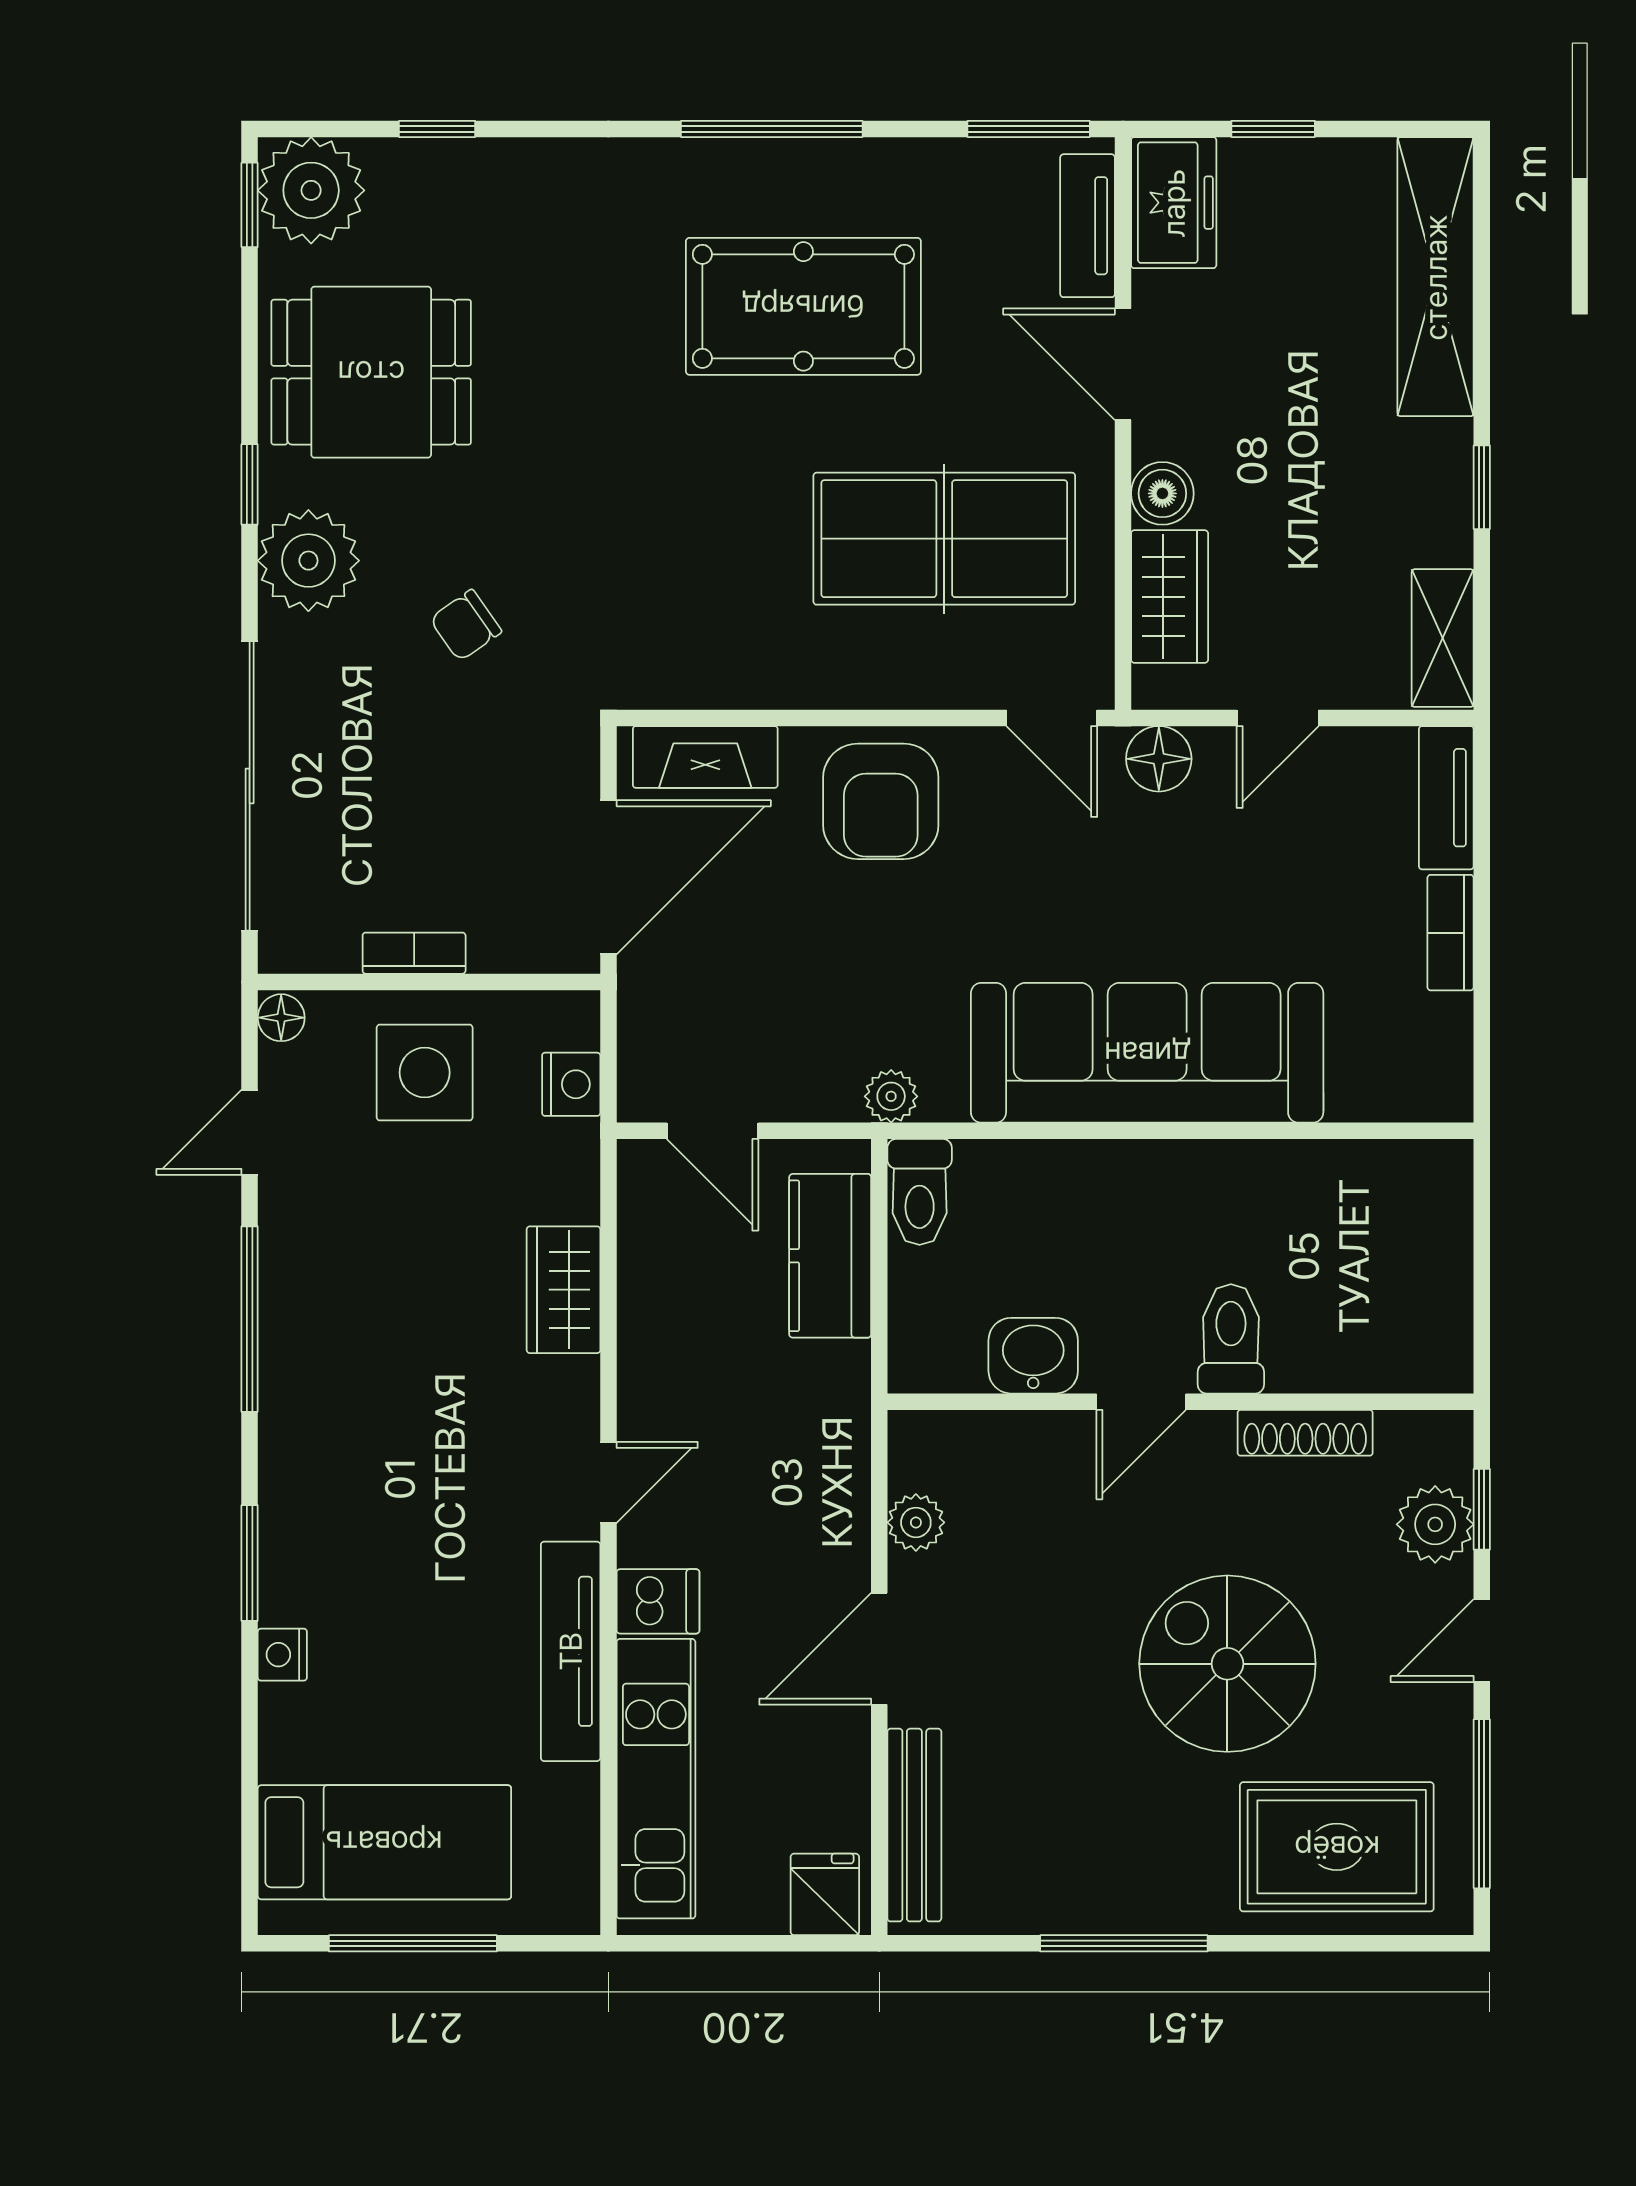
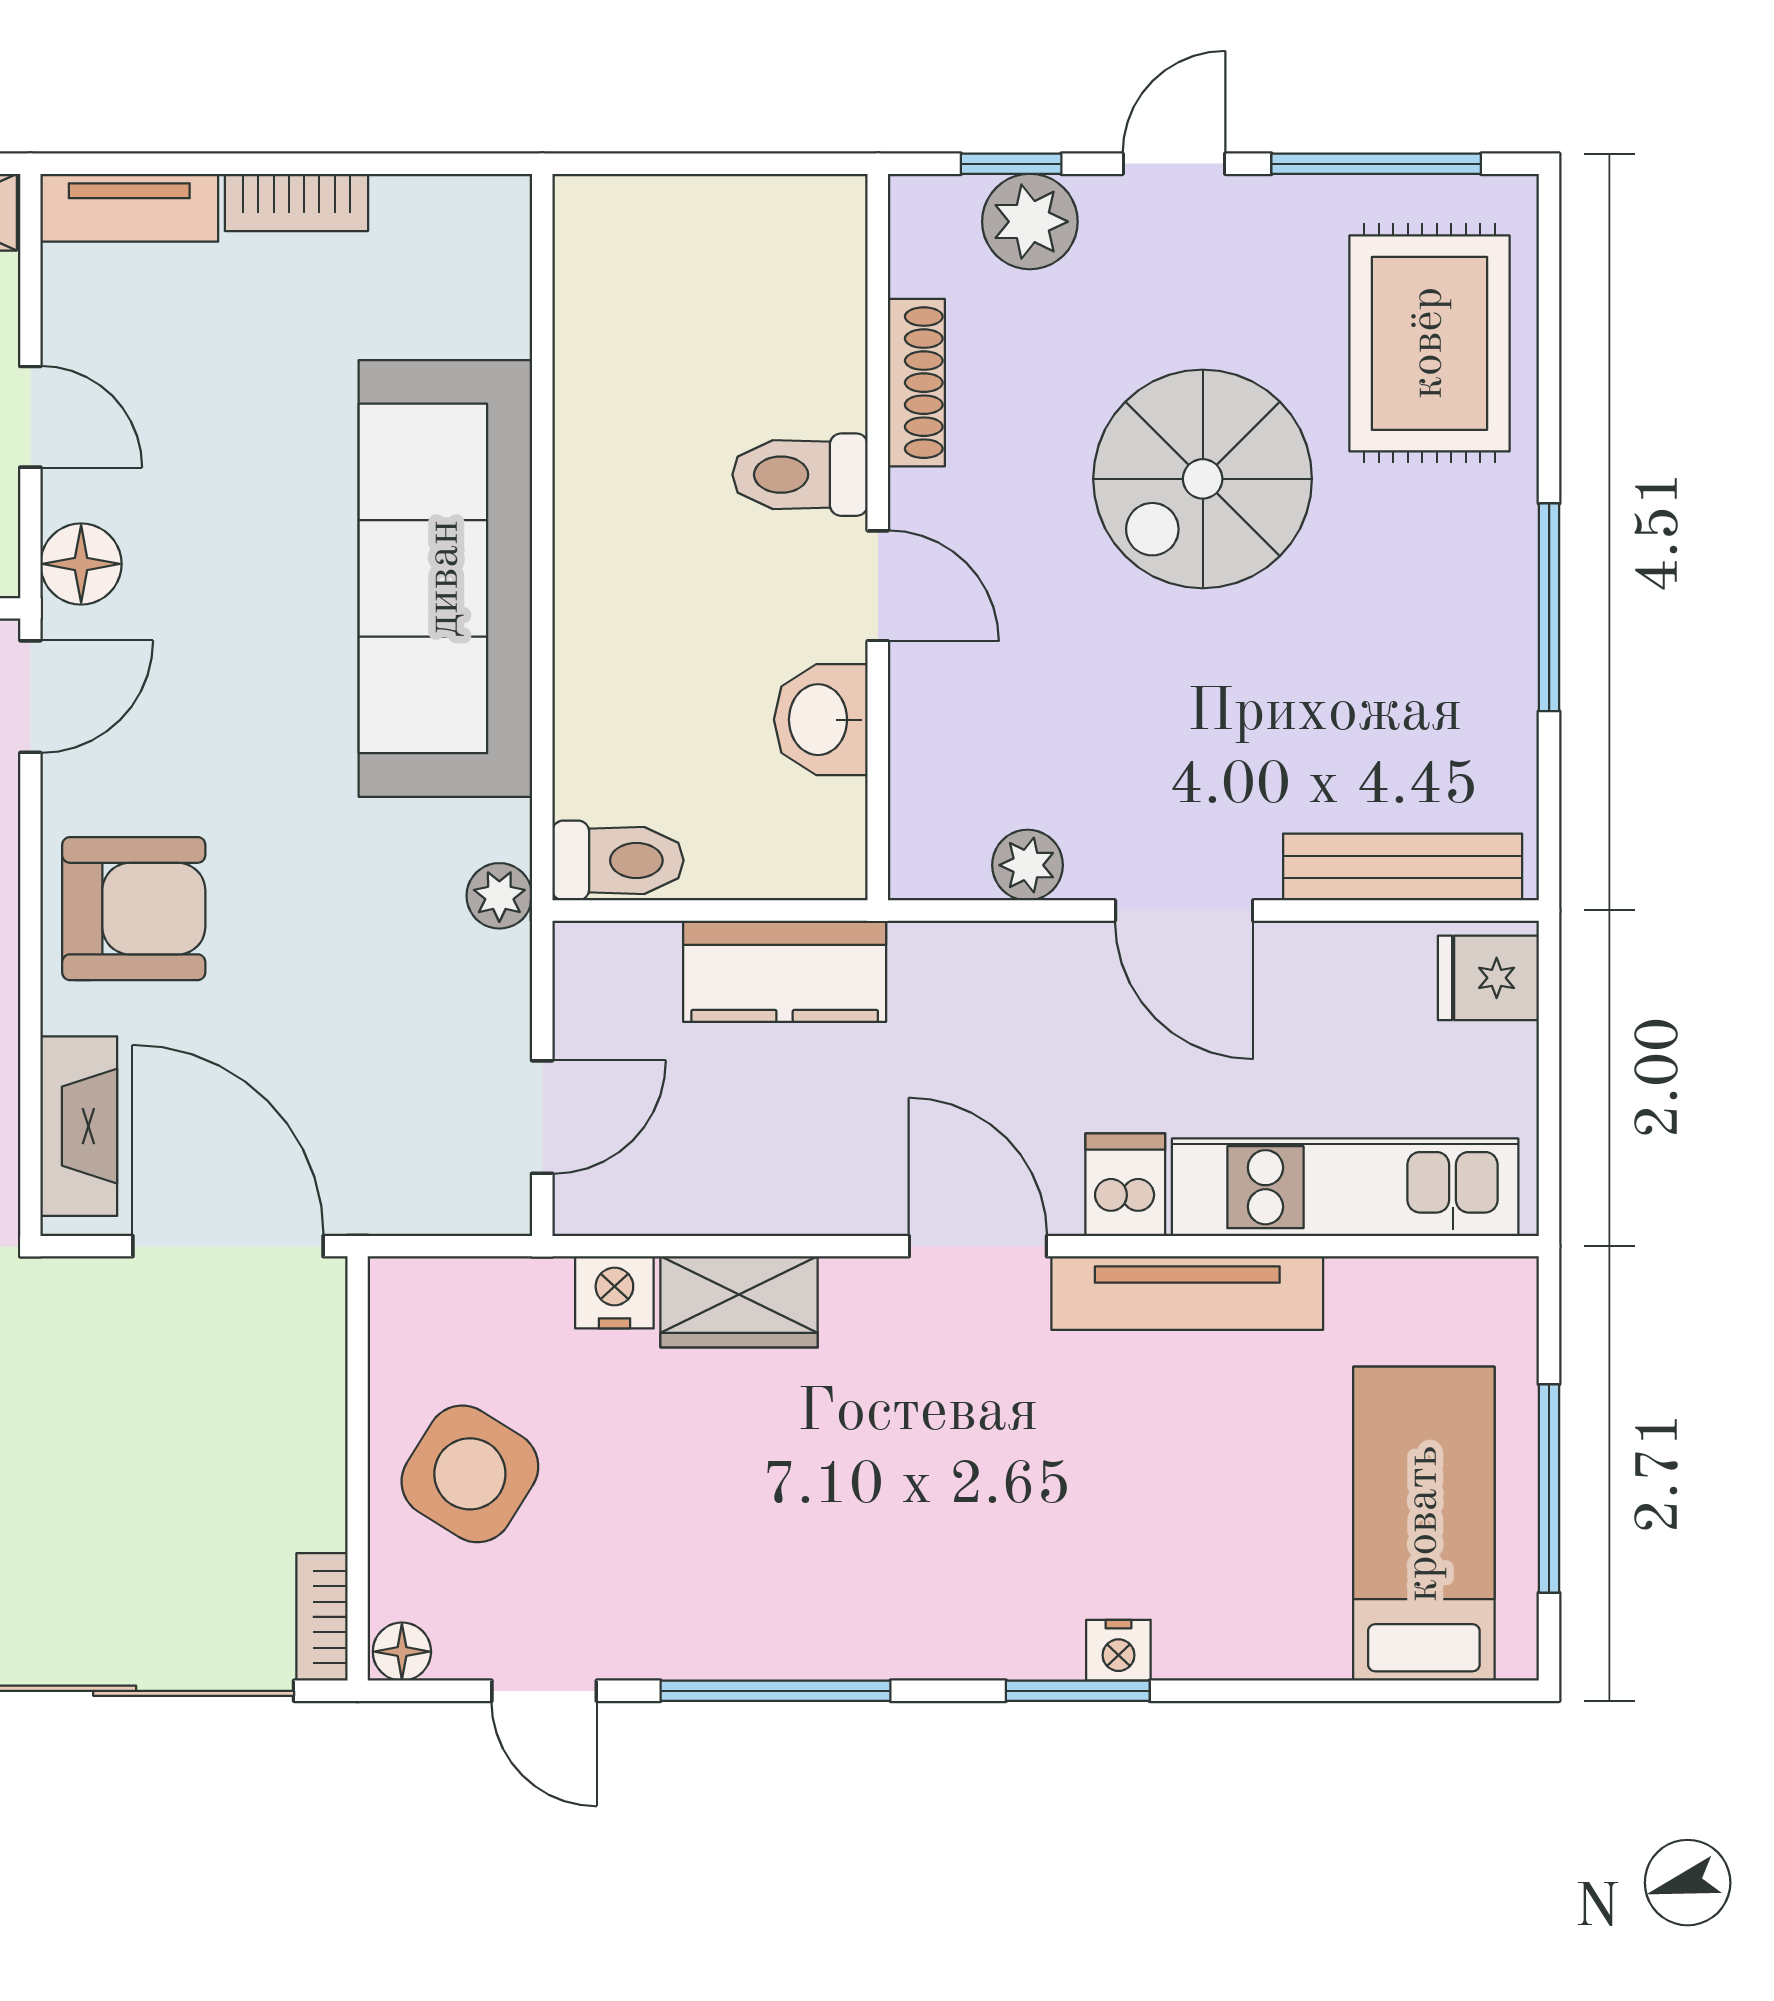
bookcase: (414, 953) -> (322, 1617), moved
side table: (425, 1073) -> (470, 1474), turned 32
nightstand: (571, 1084) -> (614, 1292), moved
kitchen counter: (830, 1256) -> (785, 971), moved
door: (608, 1482) -> (978, 1246), width x1.38
door: (1482, 1641) -> (1174, 164), swing flipped
nightstand: (282, 1655) -> (1118, 1650), moved

